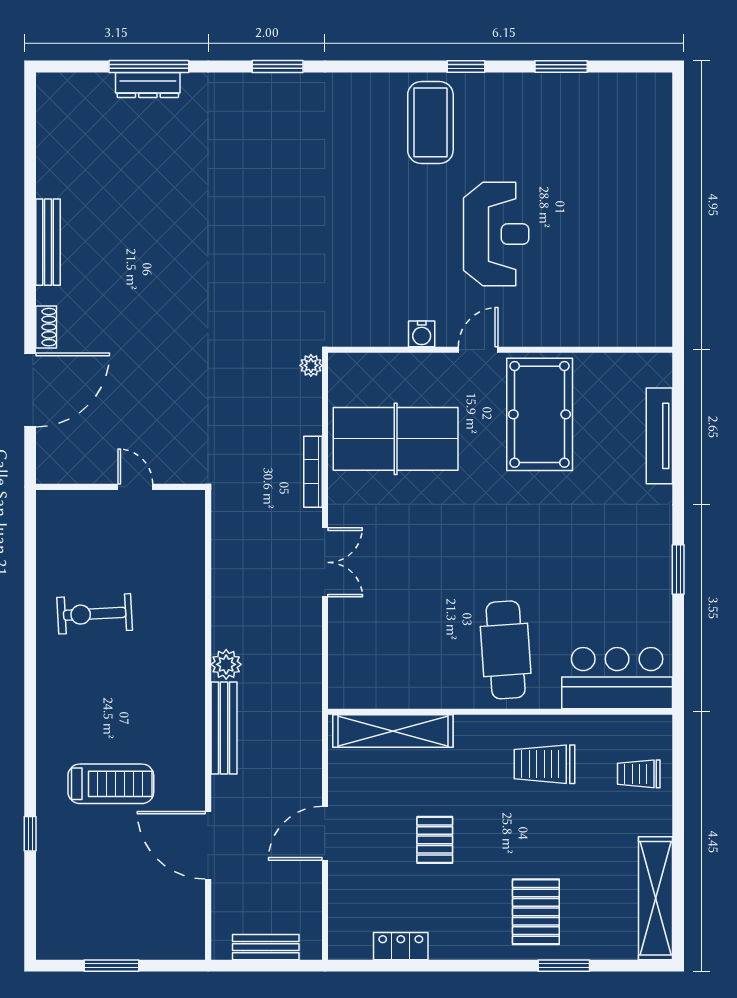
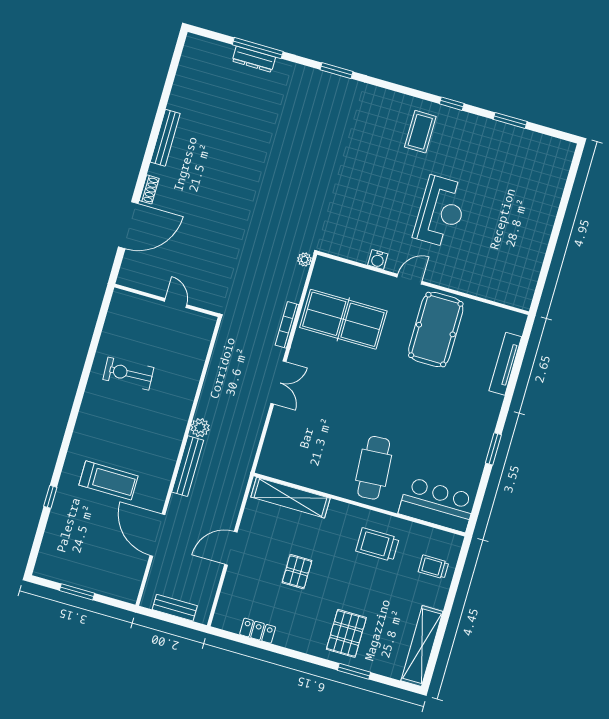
coffee table: (430, 122) -> (420, 132), width x0.73, depth x0.76

